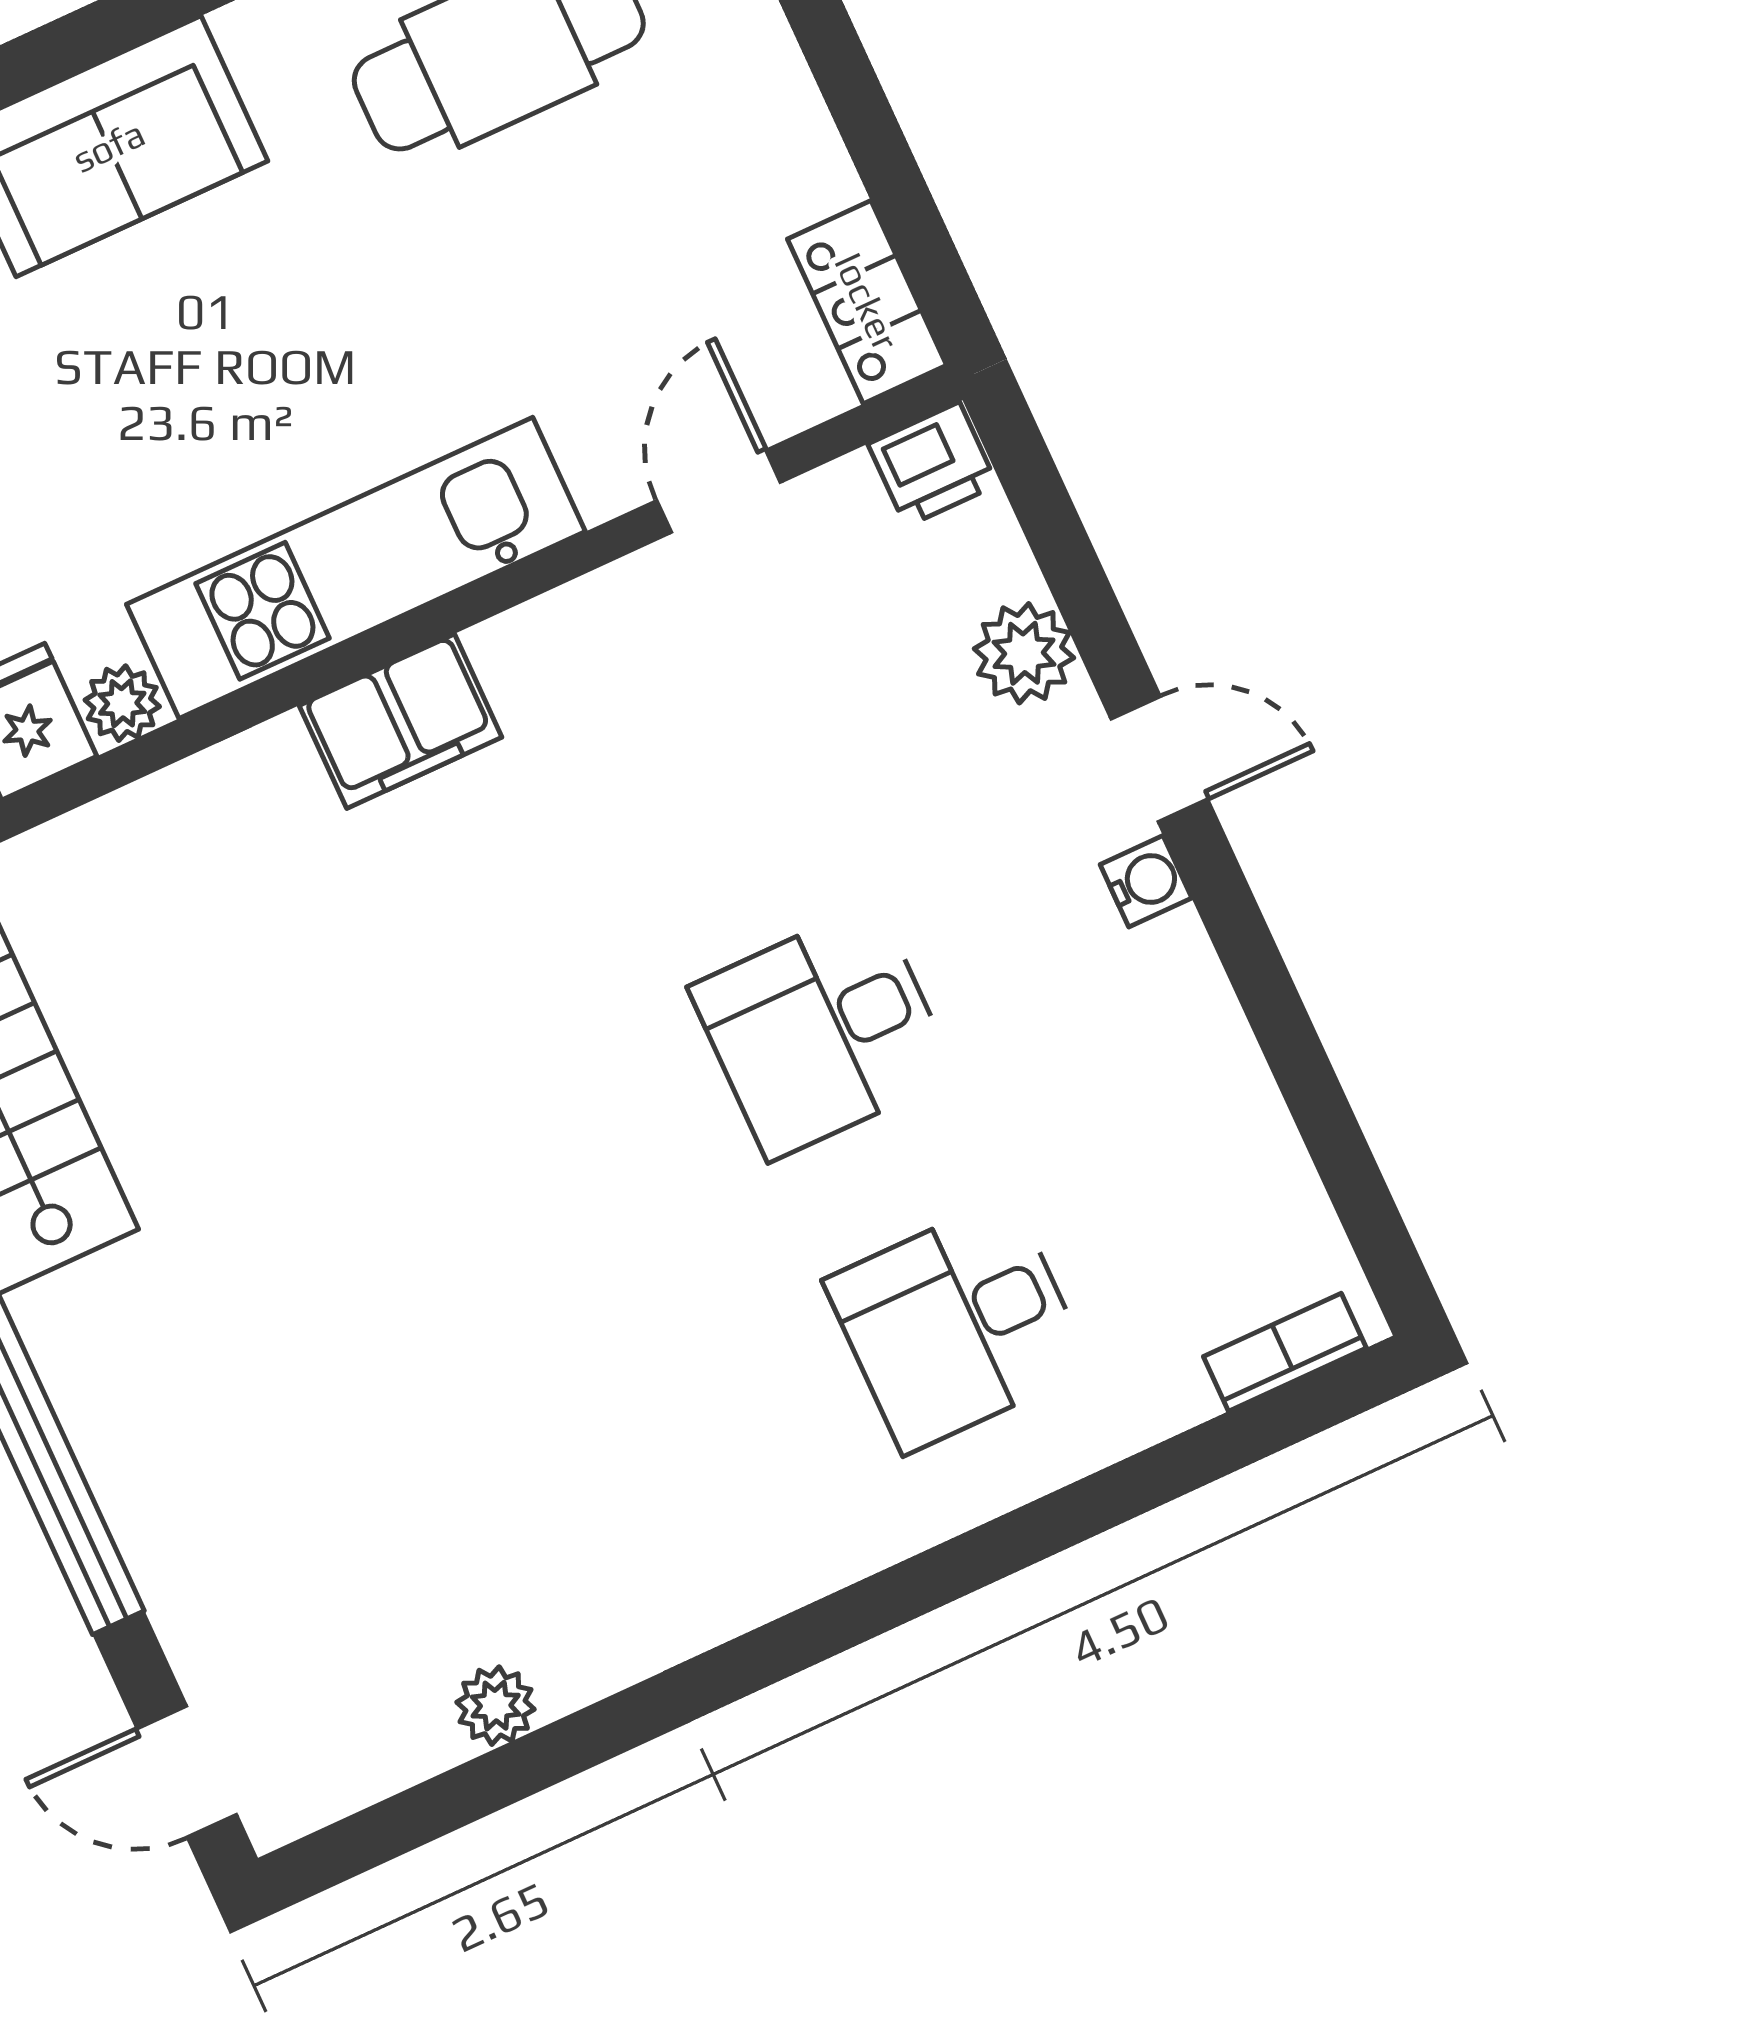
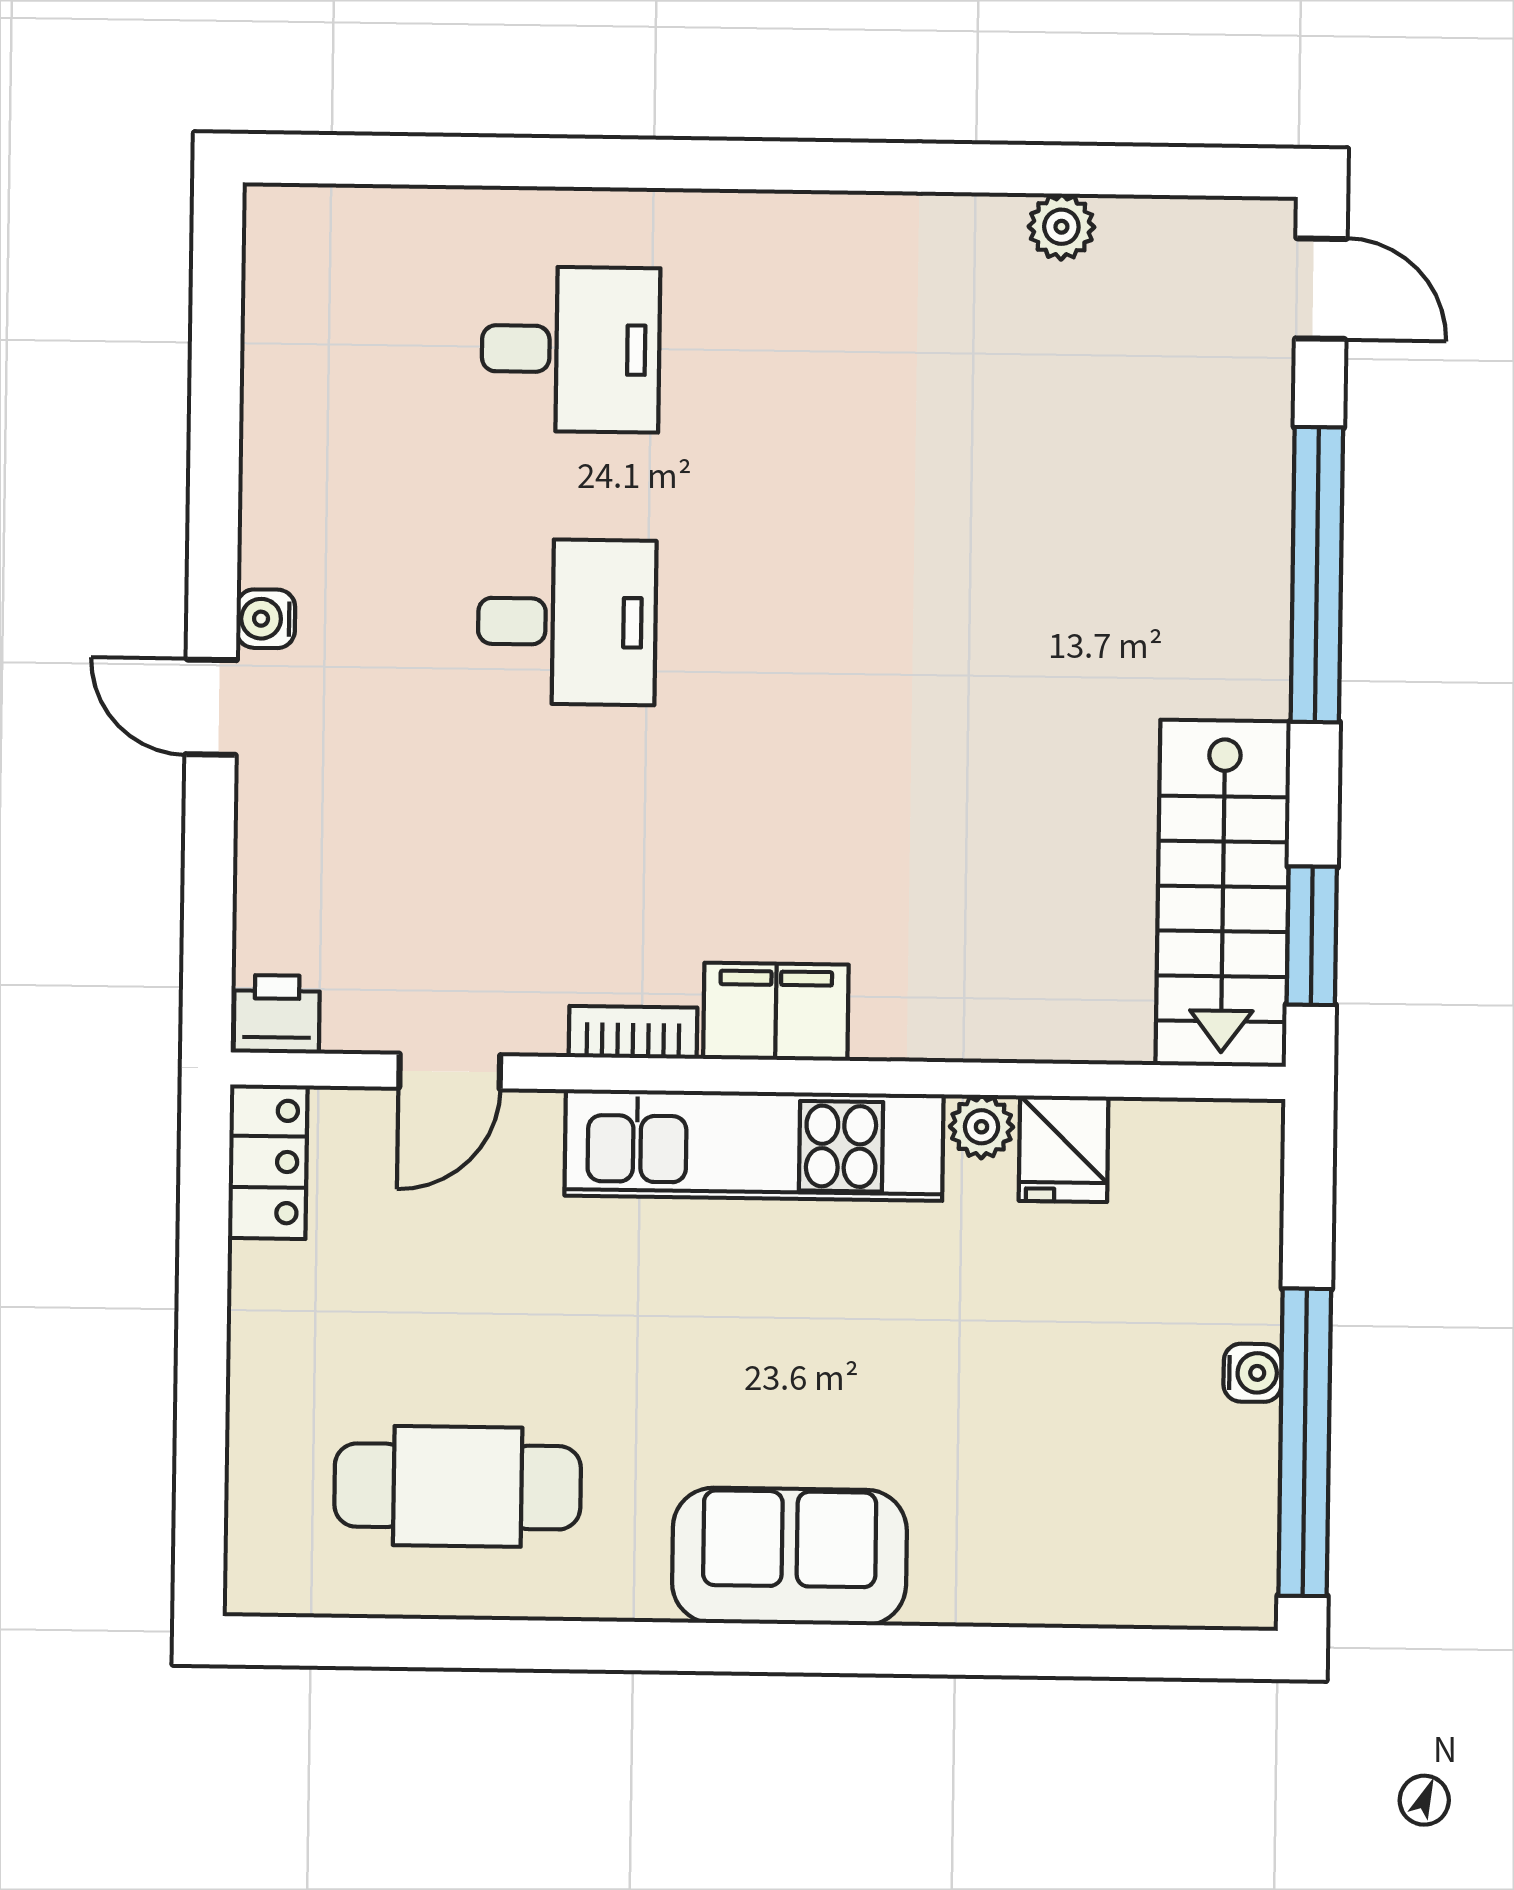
plant: (1024, 653) -> (276, 837), removed
bookcase: (1285, 1352) -> (633, 1032), moved, turned 180

